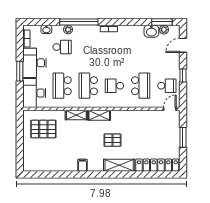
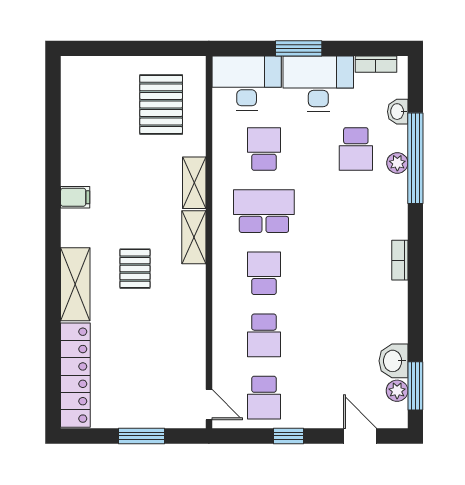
window: (79, 22) -> (415, 158), moved
school desk: (62, 86) -> (264, 149), width x0.54
school desk: (141, 86) -> (264, 335), width x0.54

